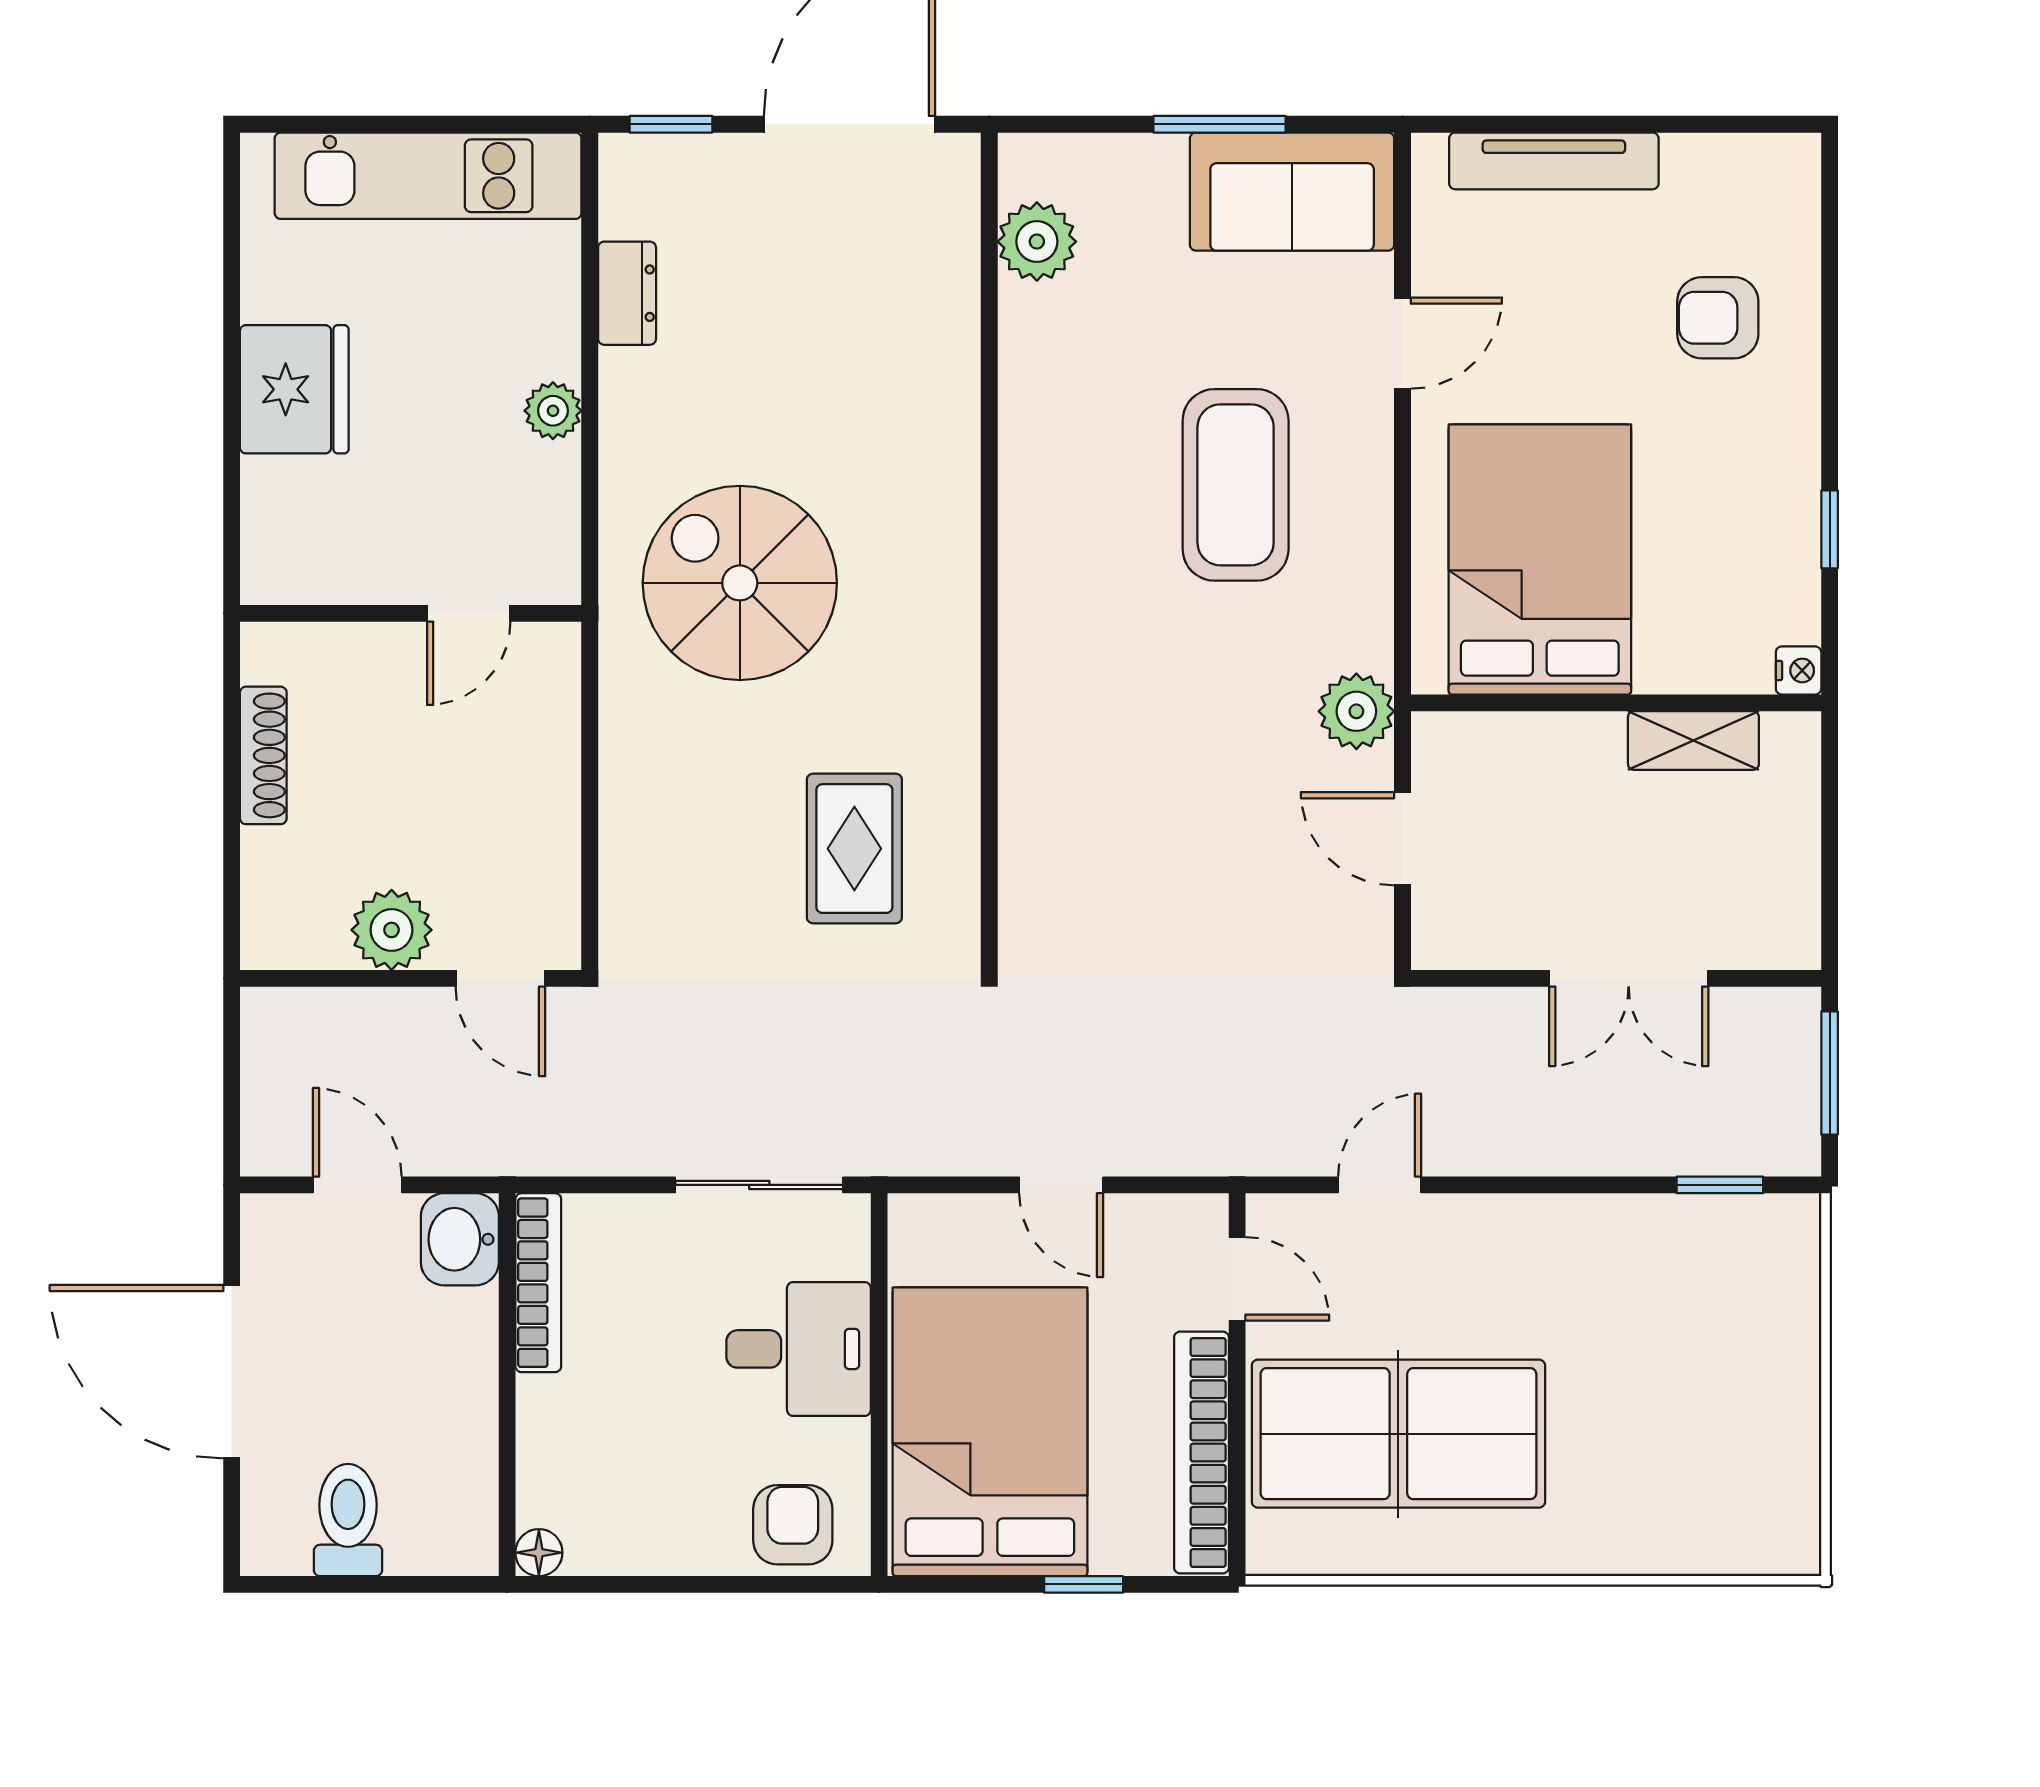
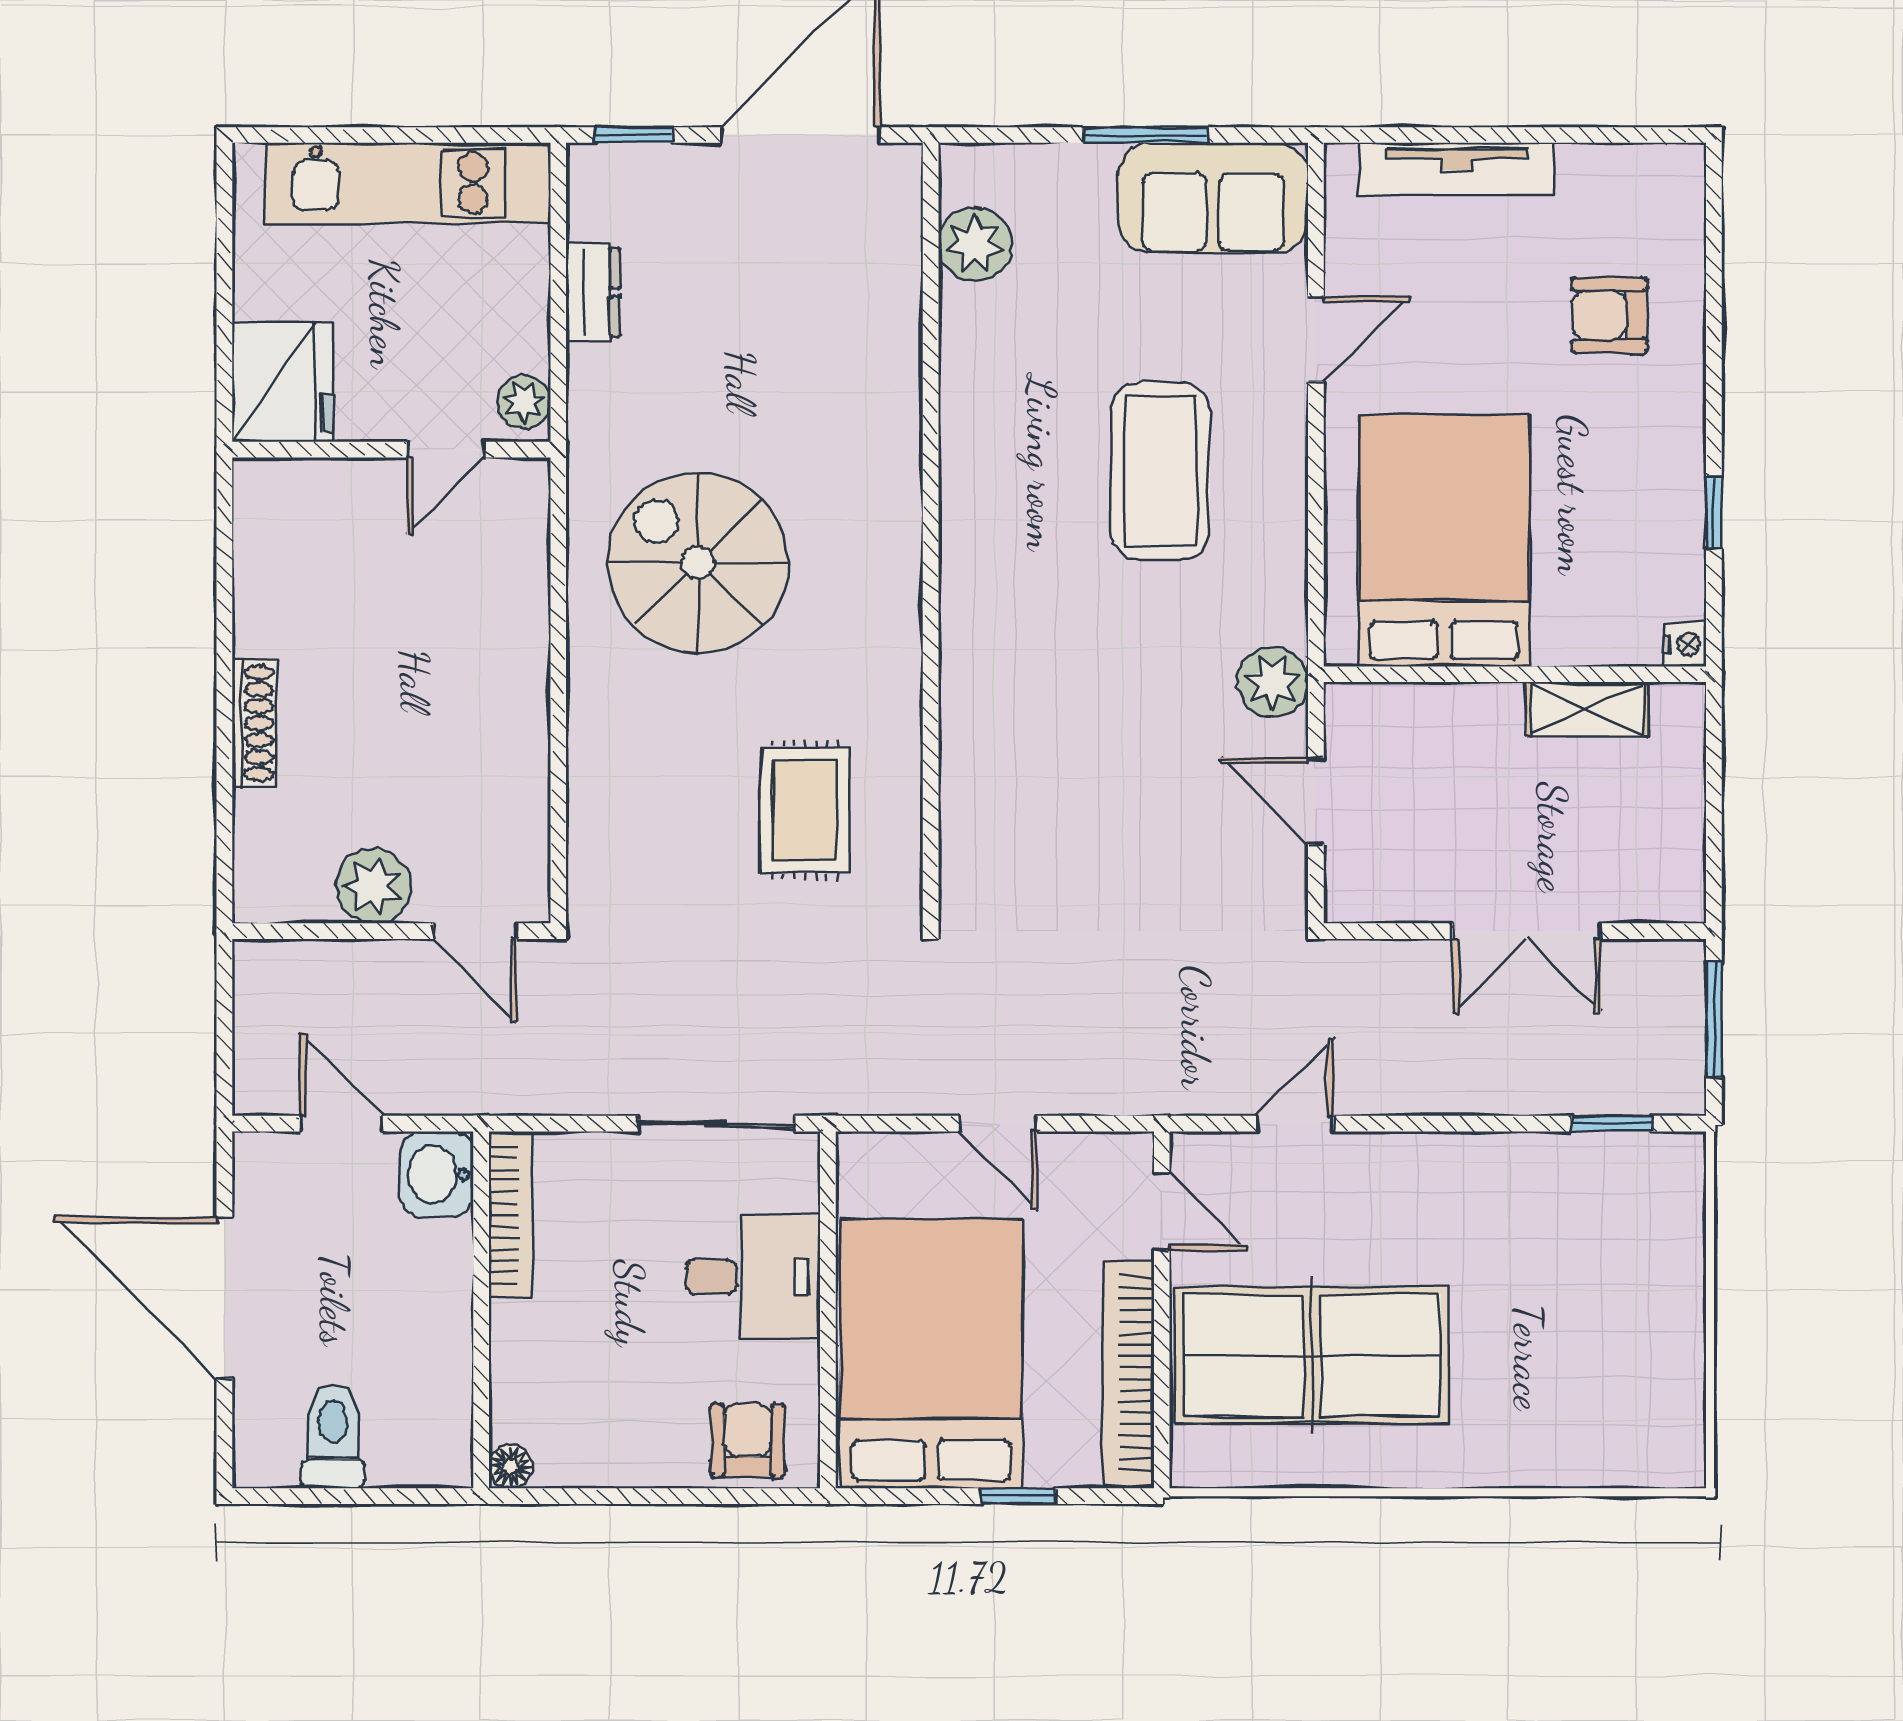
wall: (411, 613) -> (391, 450), moved
door: (469, 613) -> (445, 450), moved

